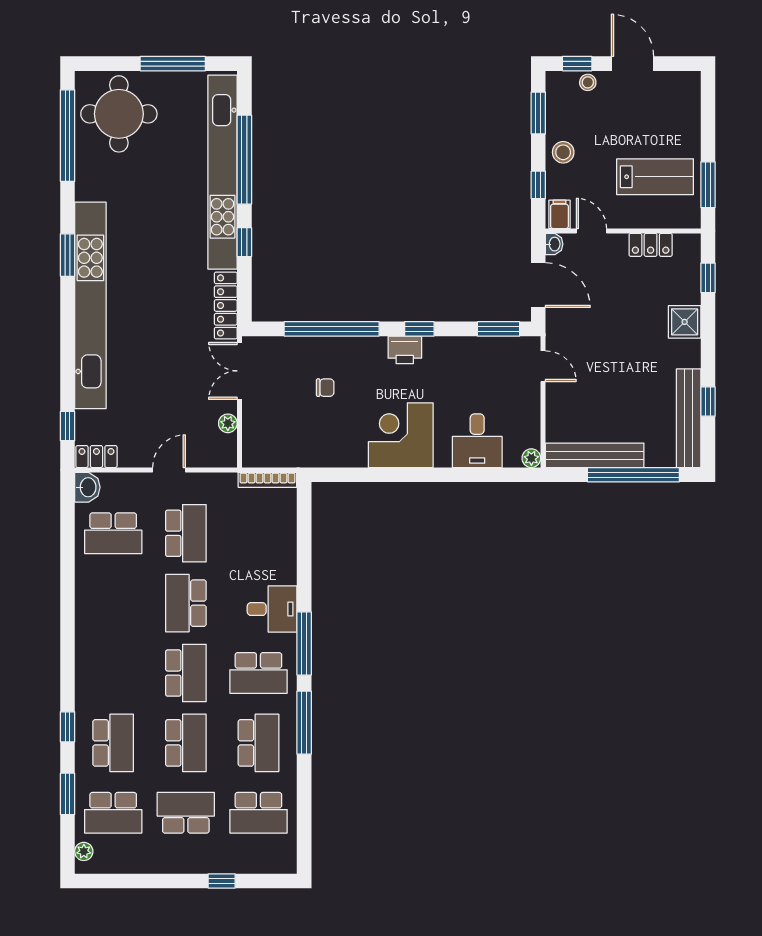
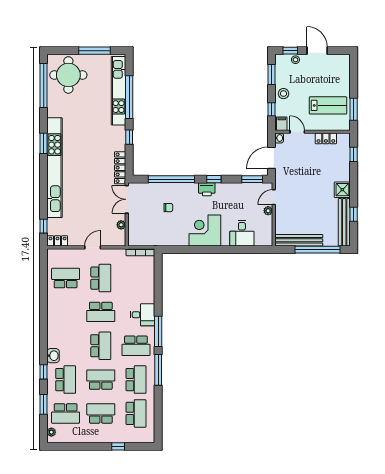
kitchen unit: (223, 172) -> (119, 91), width x0.73
door: (538, 285) -> (271, 158), swing flipped
shower: (685, 322) -> (342, 190), moved
door: (543, 366) -> (274, 197), swing flipped
plant: (531, 458) -> (268, 211), moved
washbasin: (87, 487) -> (53, 356), moved
school desk: (113, 533) -> (66, 278), turned 180
school desk: (186, 603) -> (101, 312), turned -90
school desk: (186, 743) -> (101, 380), turned -90
school desk: (258, 813) -> (136, 413), turned -90

